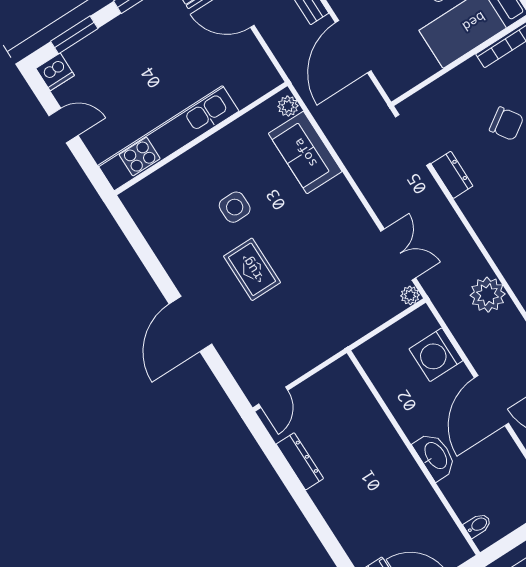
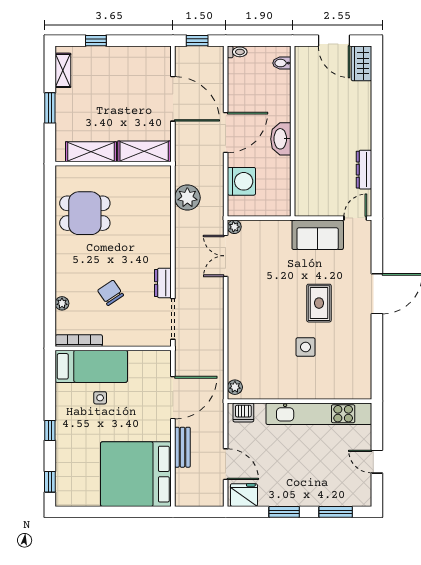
dishwasher: (55, 72) -> (243, 412), moved, turned 180
sofa: (305, 153) -> (318, 235), moved, turned 90
washbasin: (435, 456) -> (281, 139), moved

